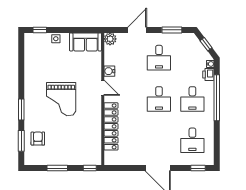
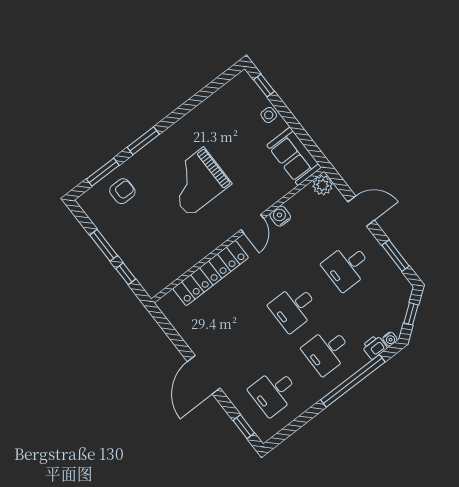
window: (90, 168) -> (126, 274), moved

